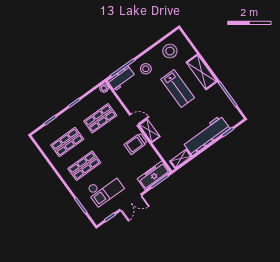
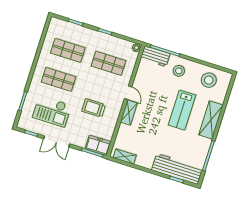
workbench: (206, 135) -> (177, 169), moved
trolley: (136, 144) -> (94, 108), moved
freezer: (154, 175) -> (98, 145), width x0.71

